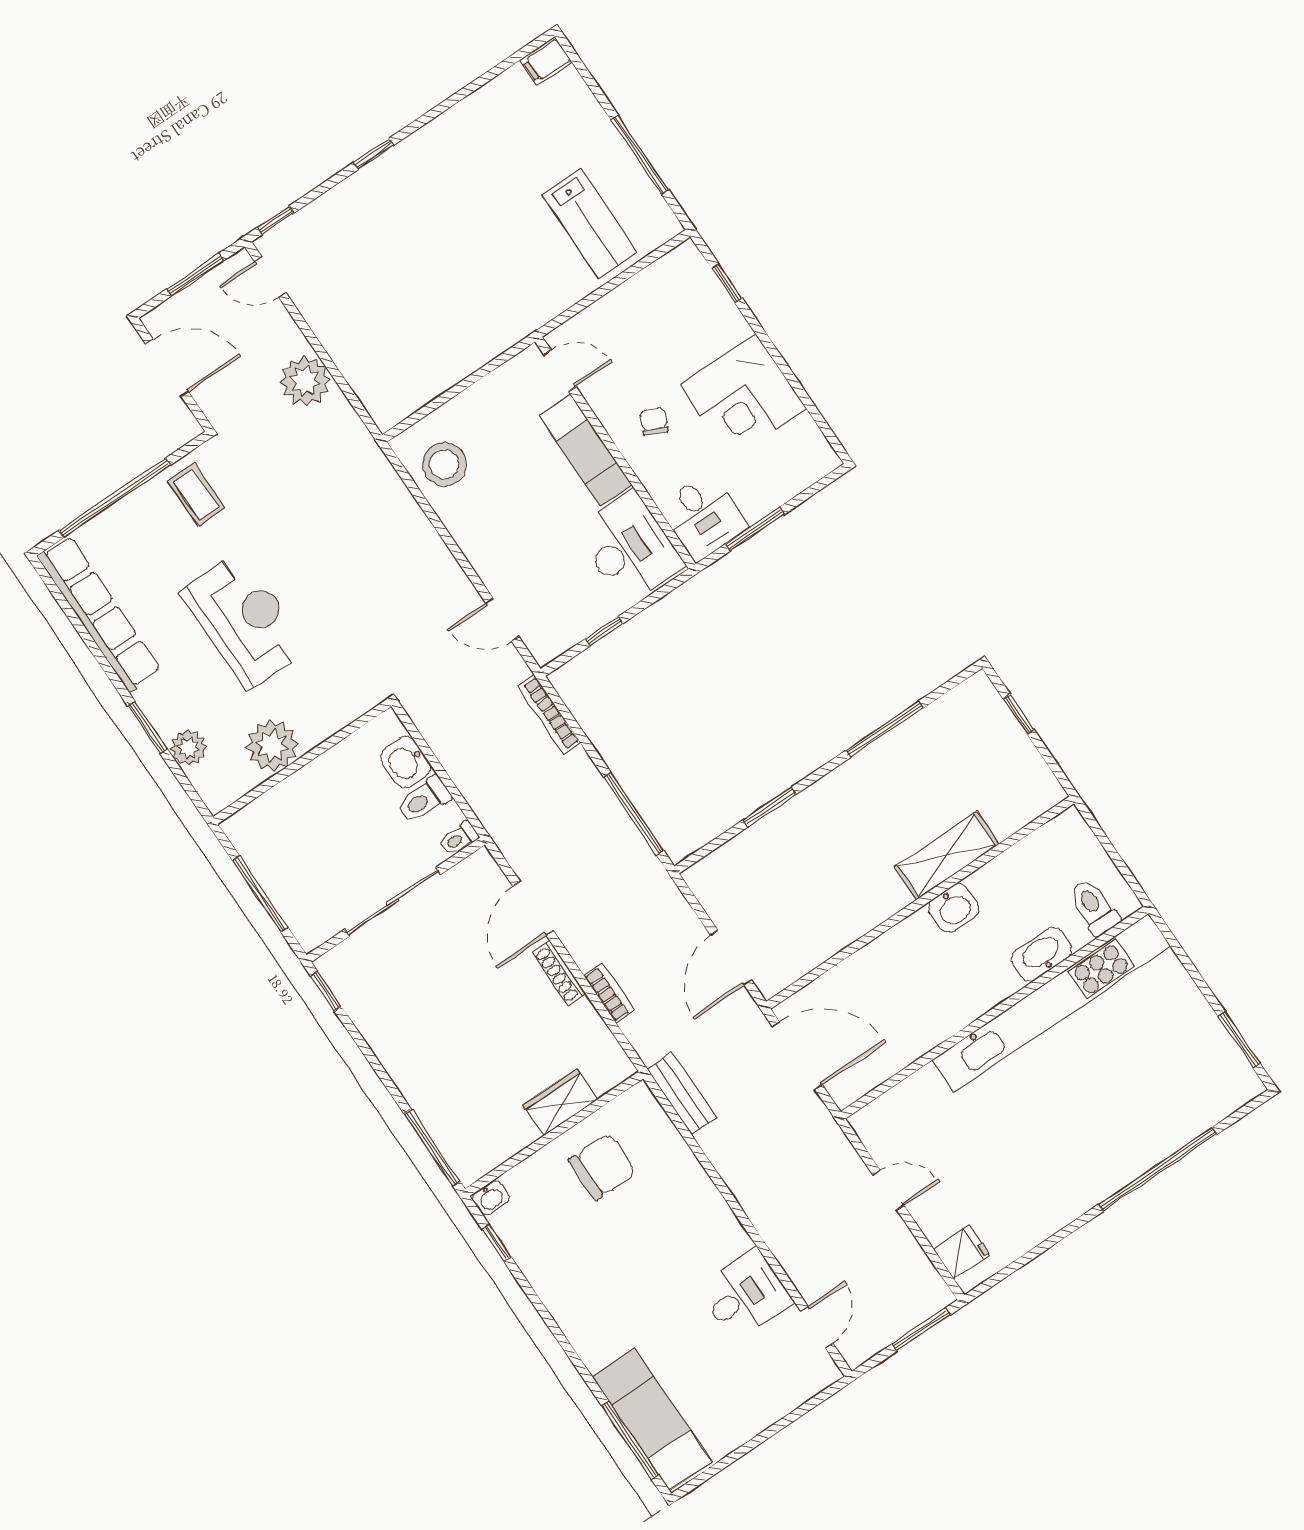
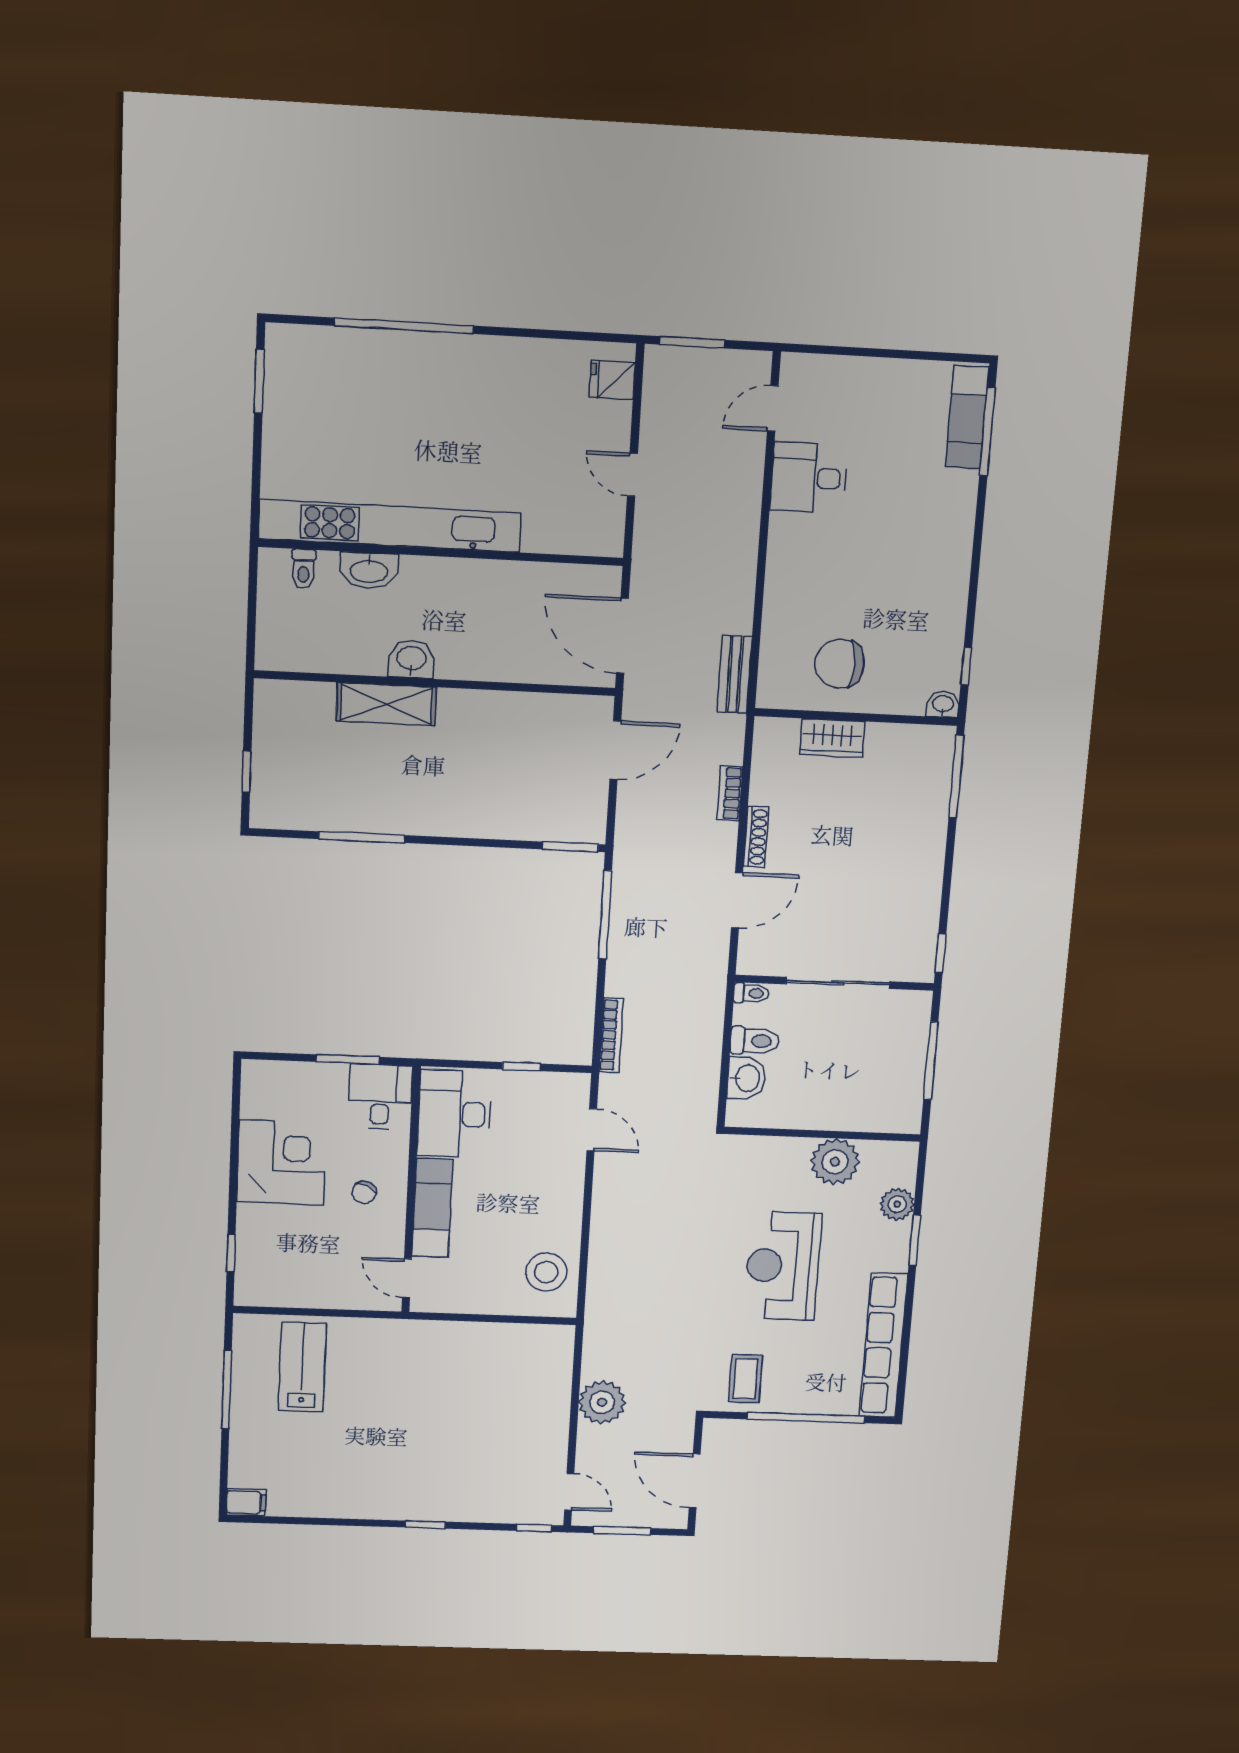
window: (769, 807) -> (570, 847), moved
toilet: (1094, 907) -> (304, 569), width x0.73, depth x0.72
exam couch: (652, 1419) -> (967, 417), width x0.73, depth x0.69

